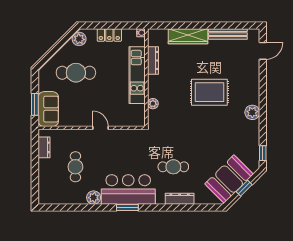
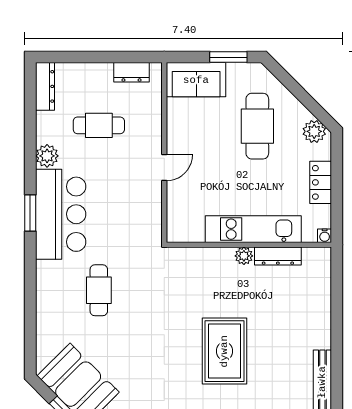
wardrobe: (188, 36) -> (319, 315), removed
window: (35, 104) -> (228, 57), moved
plant: (153, 104) -> (244, 256), moved
dresser: (180, 199) -> (45, 86), moved

